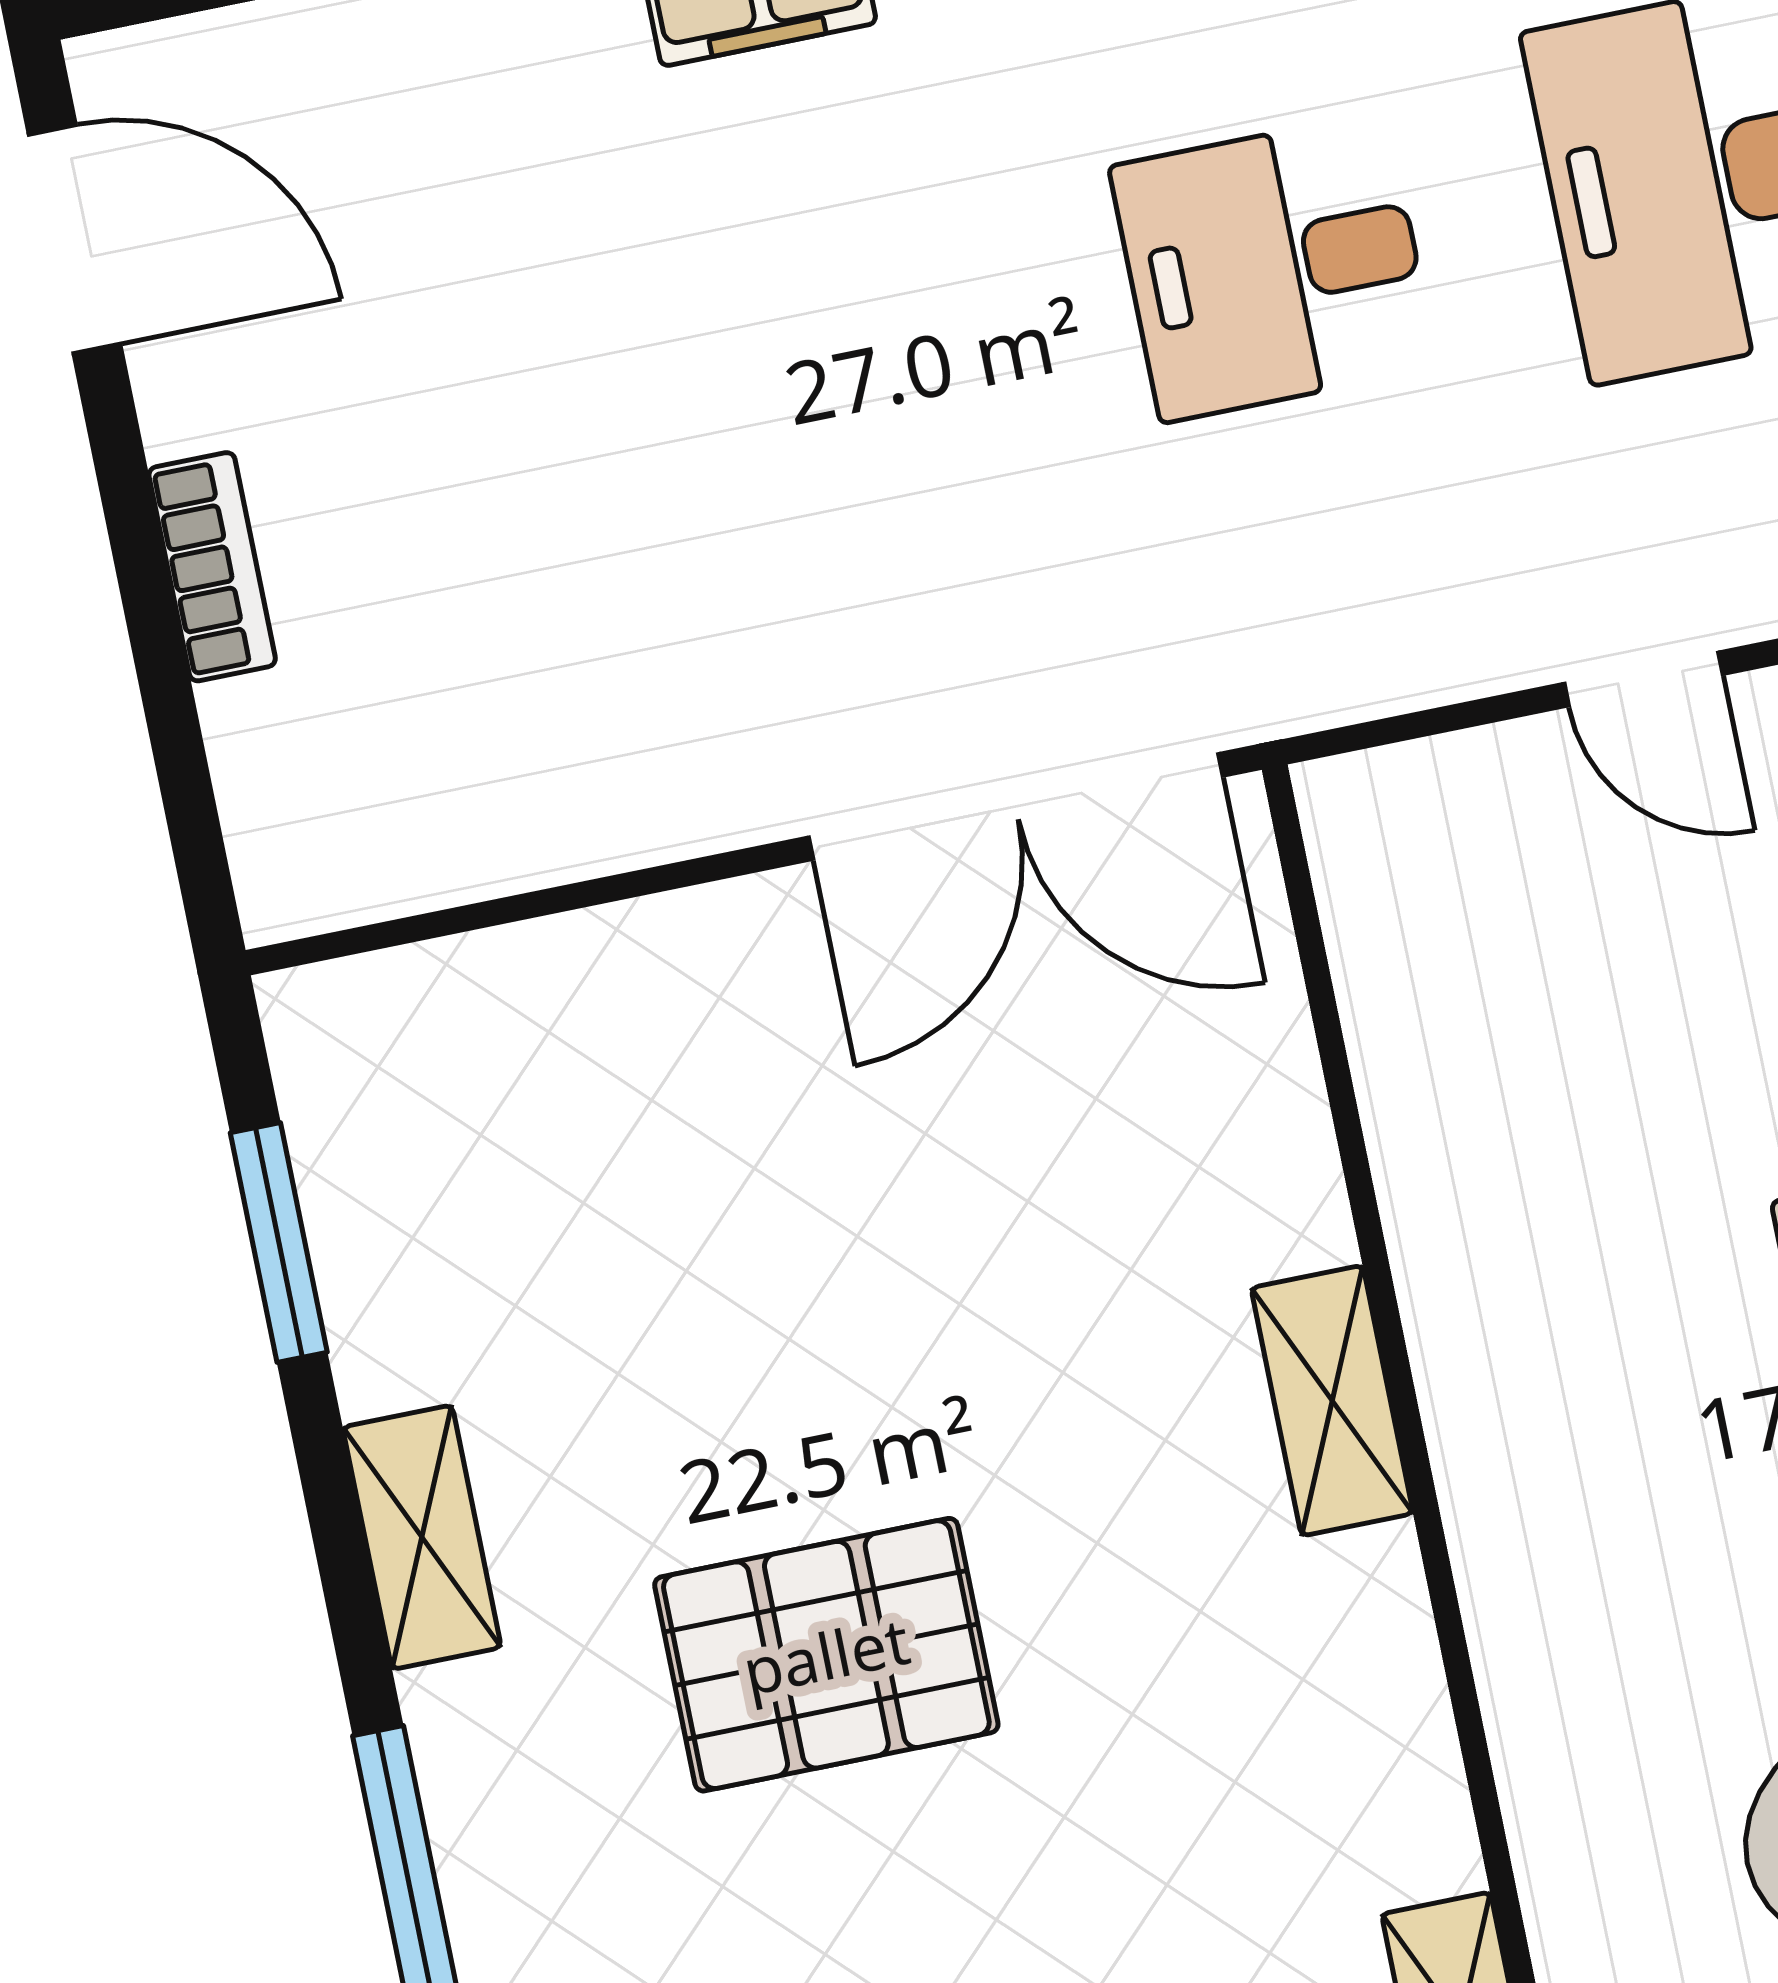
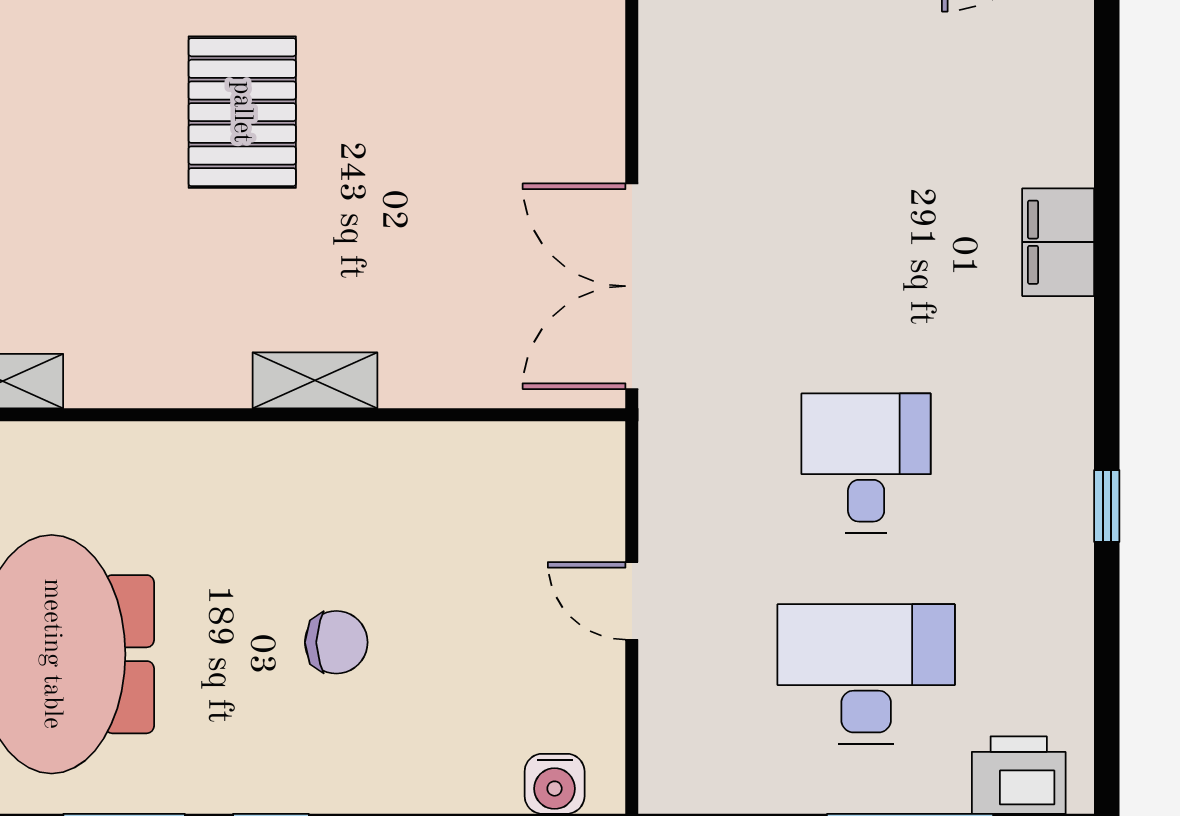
door: (1643, 679) -> (632, 601), hinge flipped

